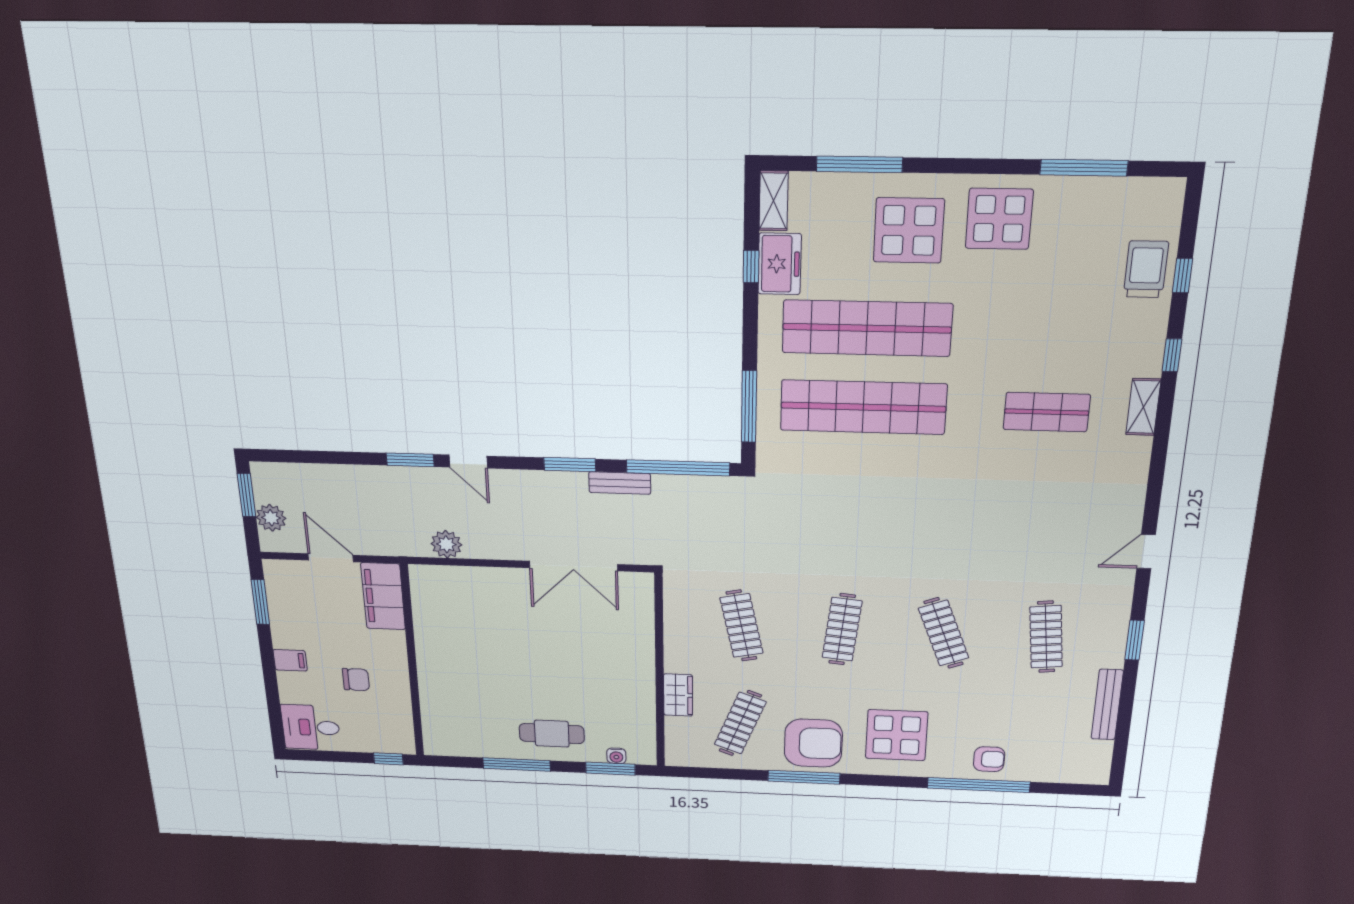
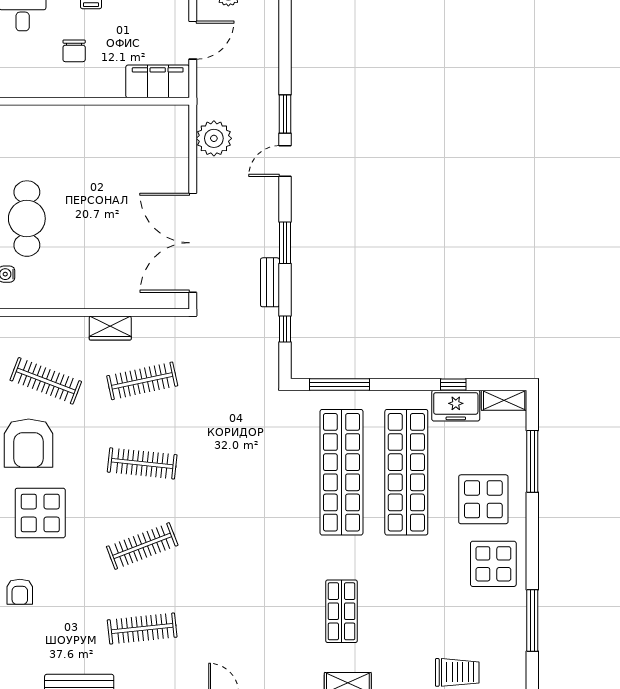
window: (678, 468) -> (285, 329), width x0.32
plant: (446, 544) -> (214, 138), width x1.36, depth x1.36
double door: (573, 566) -> (193, 243), width x1.36
wardrobe: (678, 695) -> (110, 328), moved
cafe table: (552, 734) -> (27, 219), width x1.37, depth x1.35

